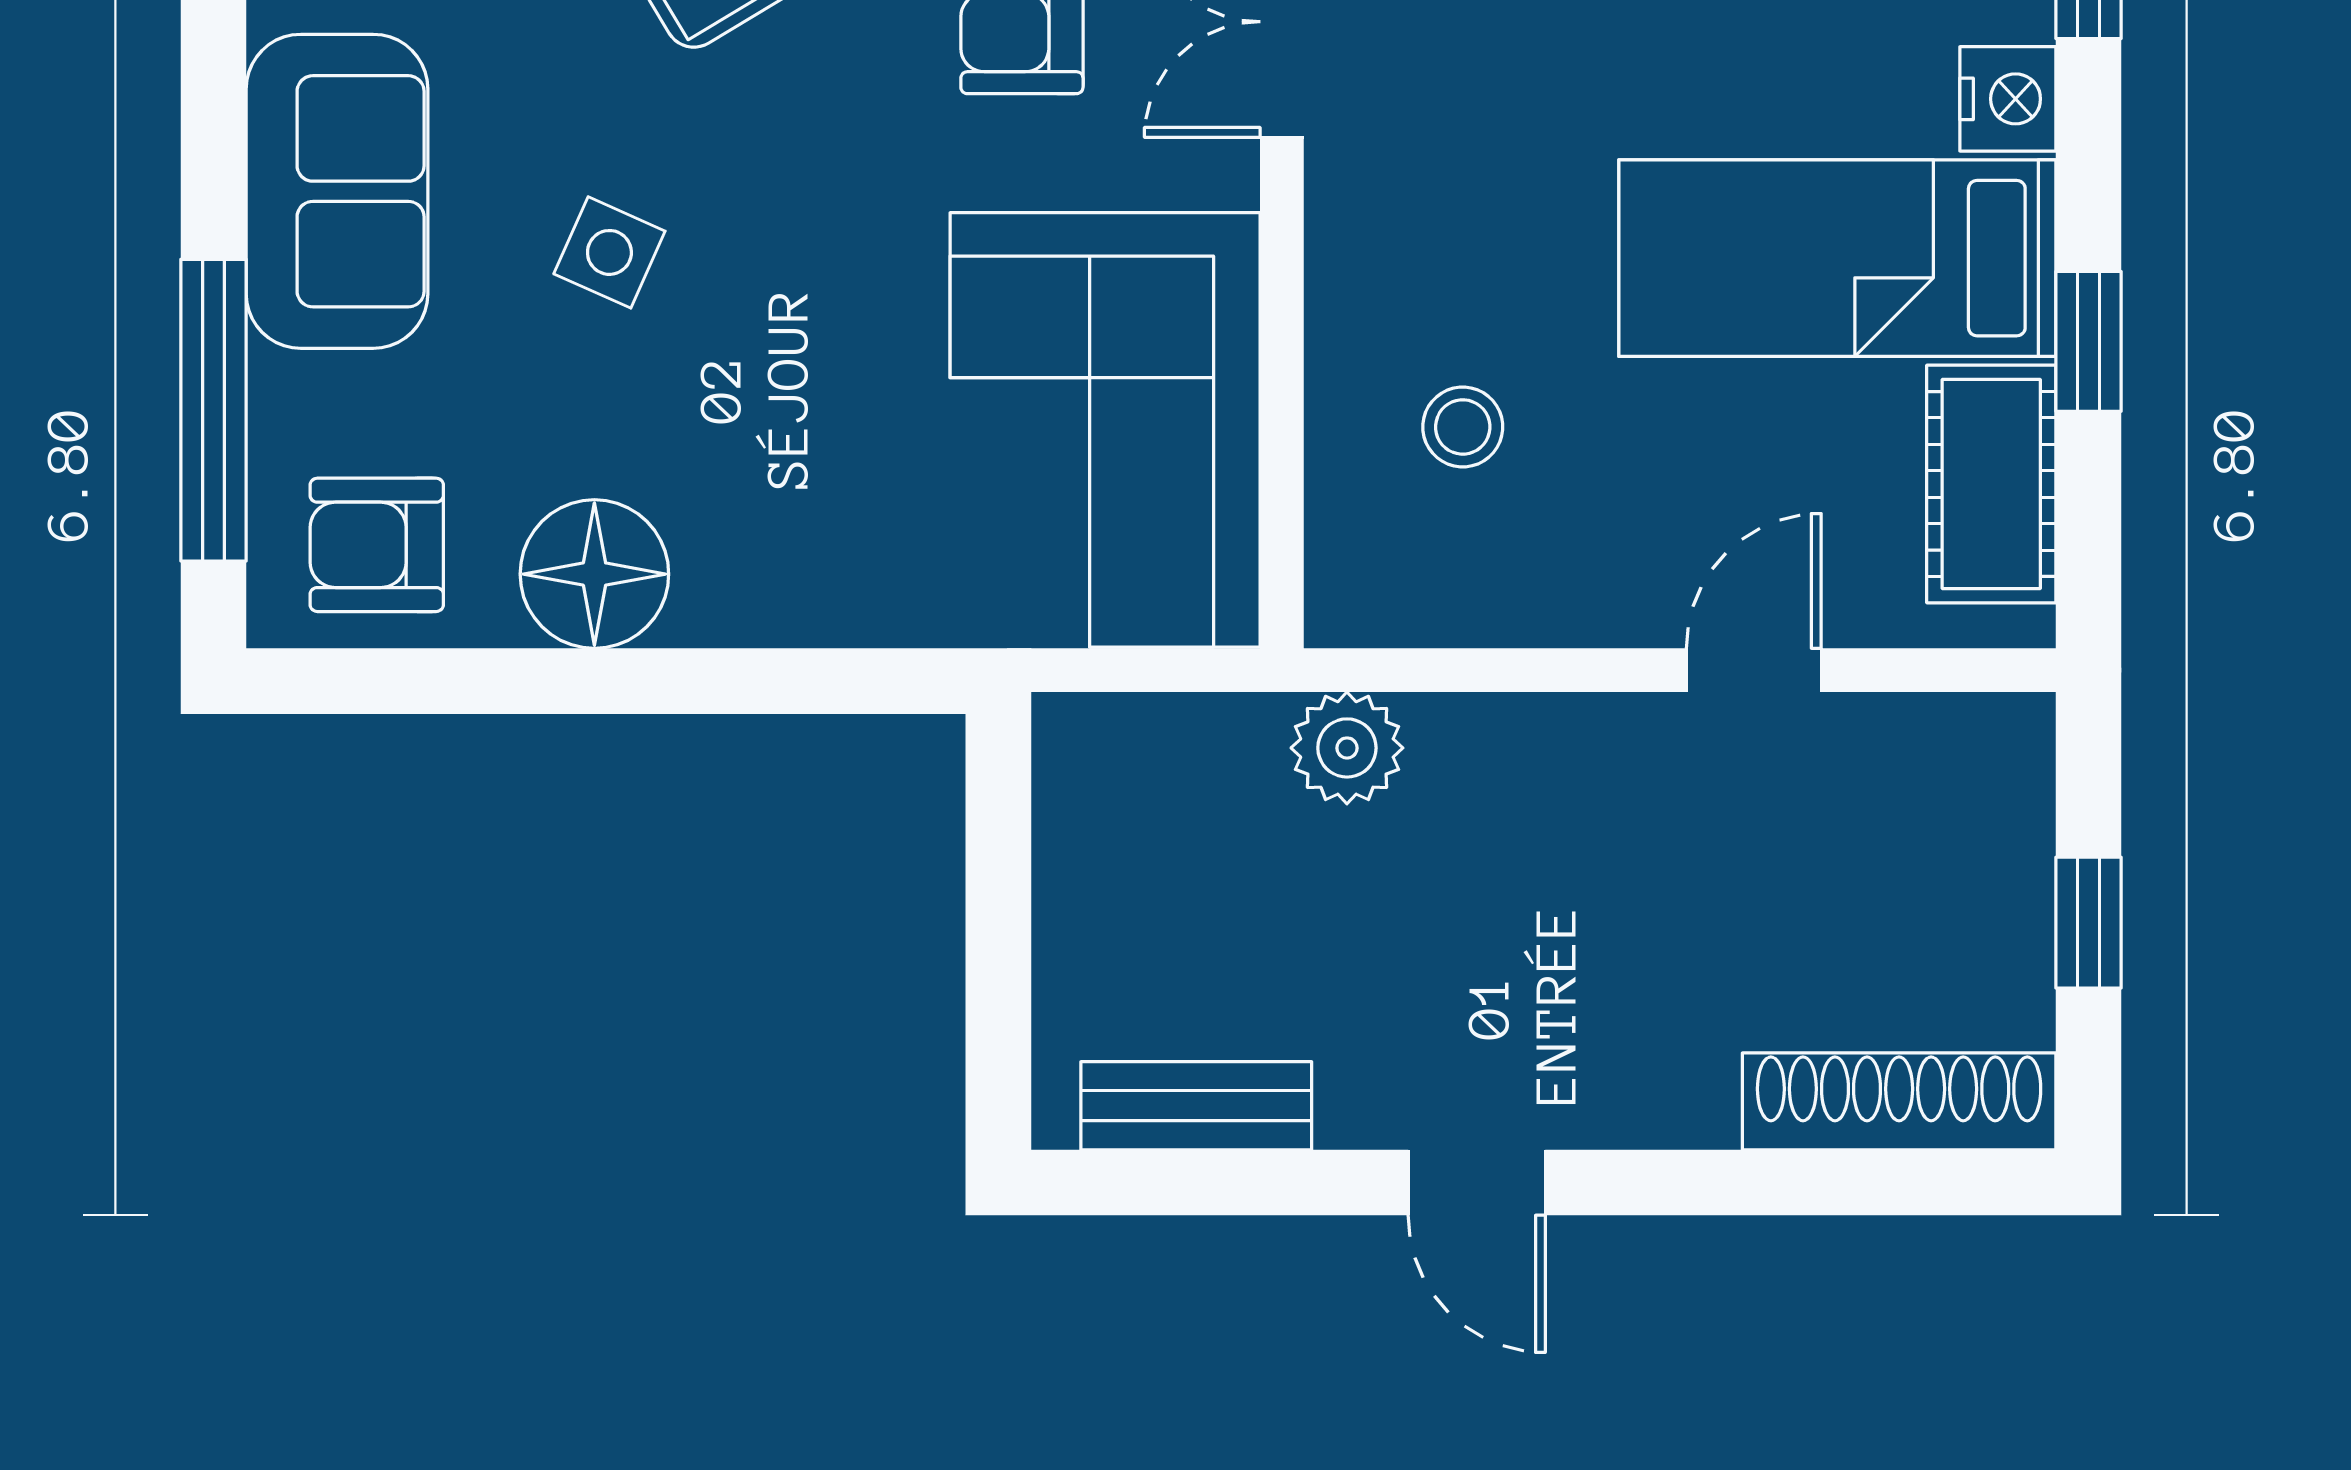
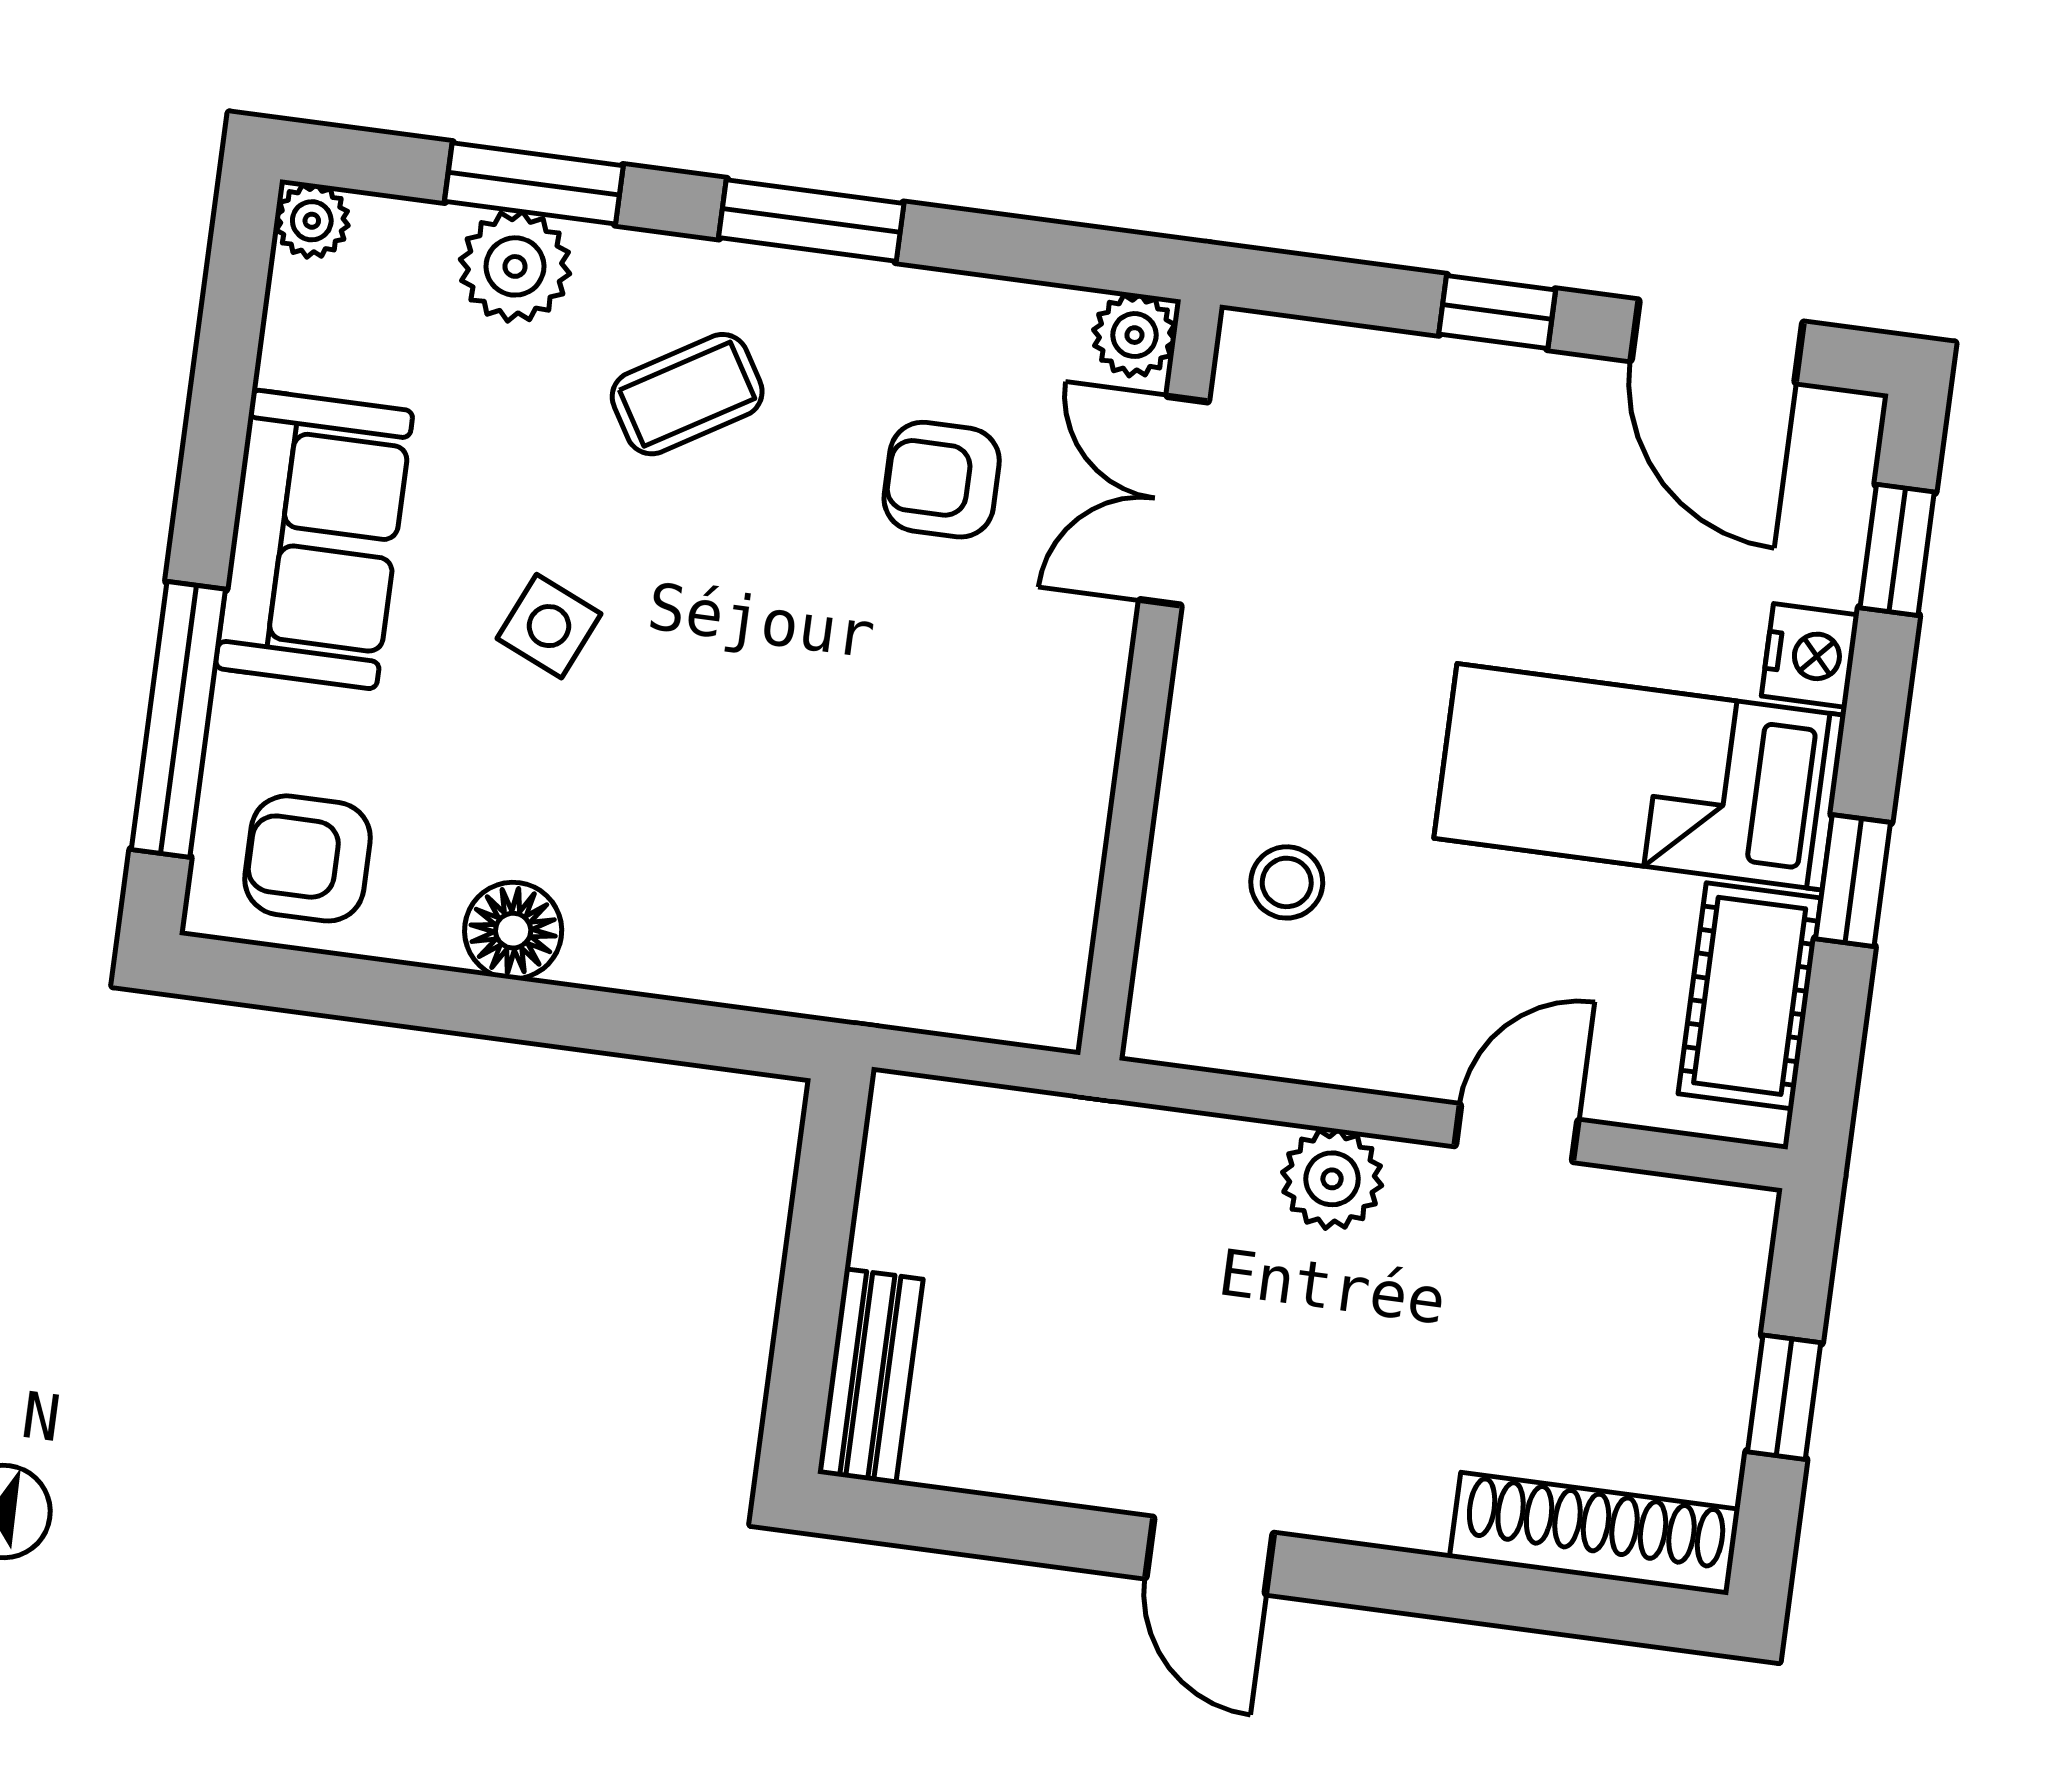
corner sofa: (1105, 430) -> (968, 843), removed
floor lamp: (594, 574) -> (513, 931), width x0.73, depth x0.73
plant: (1347, 748) -> (1332, 1179), moved
bench: (1196, 1106) -> (870, 1376), moved, turned 90

